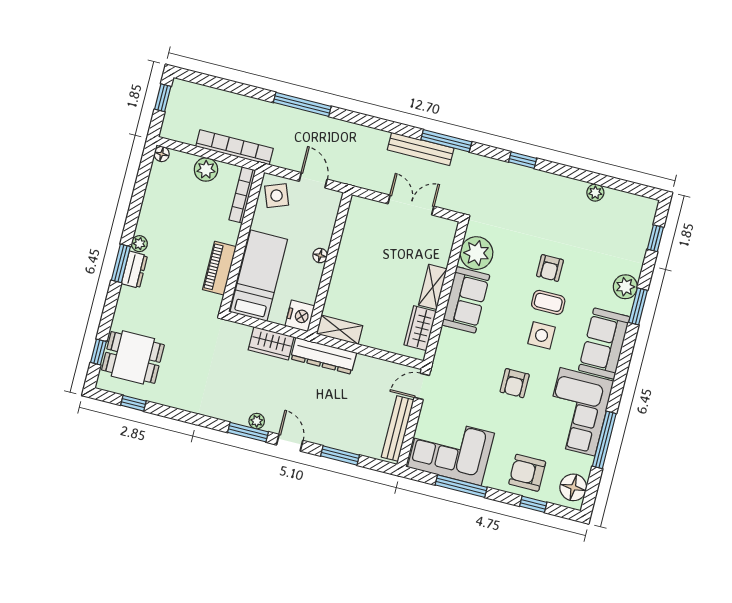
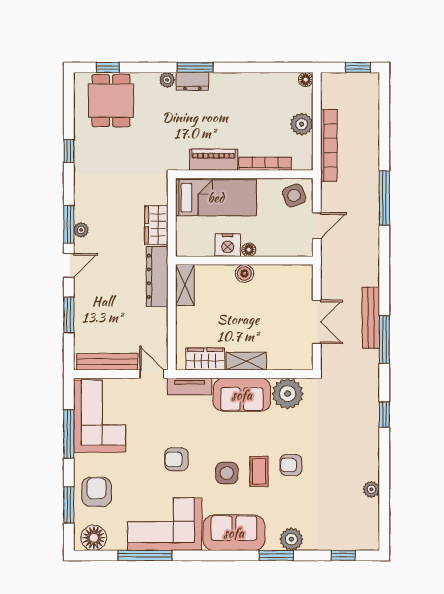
bookcase: (242, 195) -> (265, 164), moved
plant: (139, 244) -> (167, 80), moved
boiler: (343, 266) -> (244, 273), added
nightstand: (300, 316) -> (228, 245), moved
tv unit: (444, 351) -> (190, 386), added
window: (133, 403) -> (69, 151), moved
window: (533, 504) -> (69, 505), width x1.50

